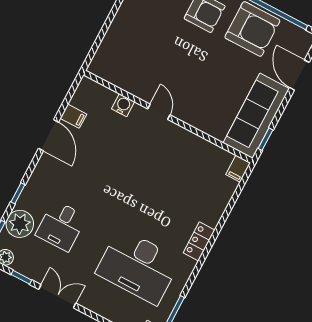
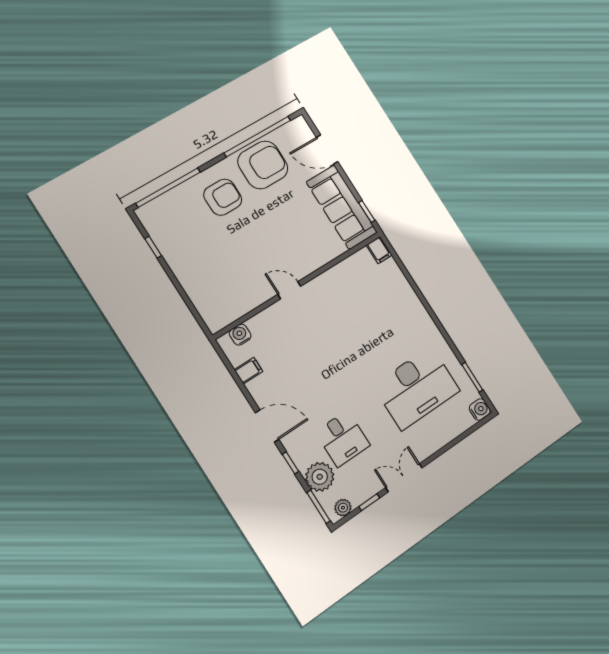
water cooler: (123, 105) -> (240, 335), moved
door: (49, 135) -> (267, 426), moved
locker: (199, 241) -> (424, 321), removed

